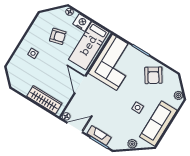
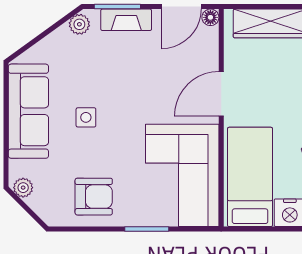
armchair: (153, 75) -> (94, 197), turned 123
door: (80, 85) -> (221, 94), swing flipped
plant: (132, 144) -> (79, 24), moved

